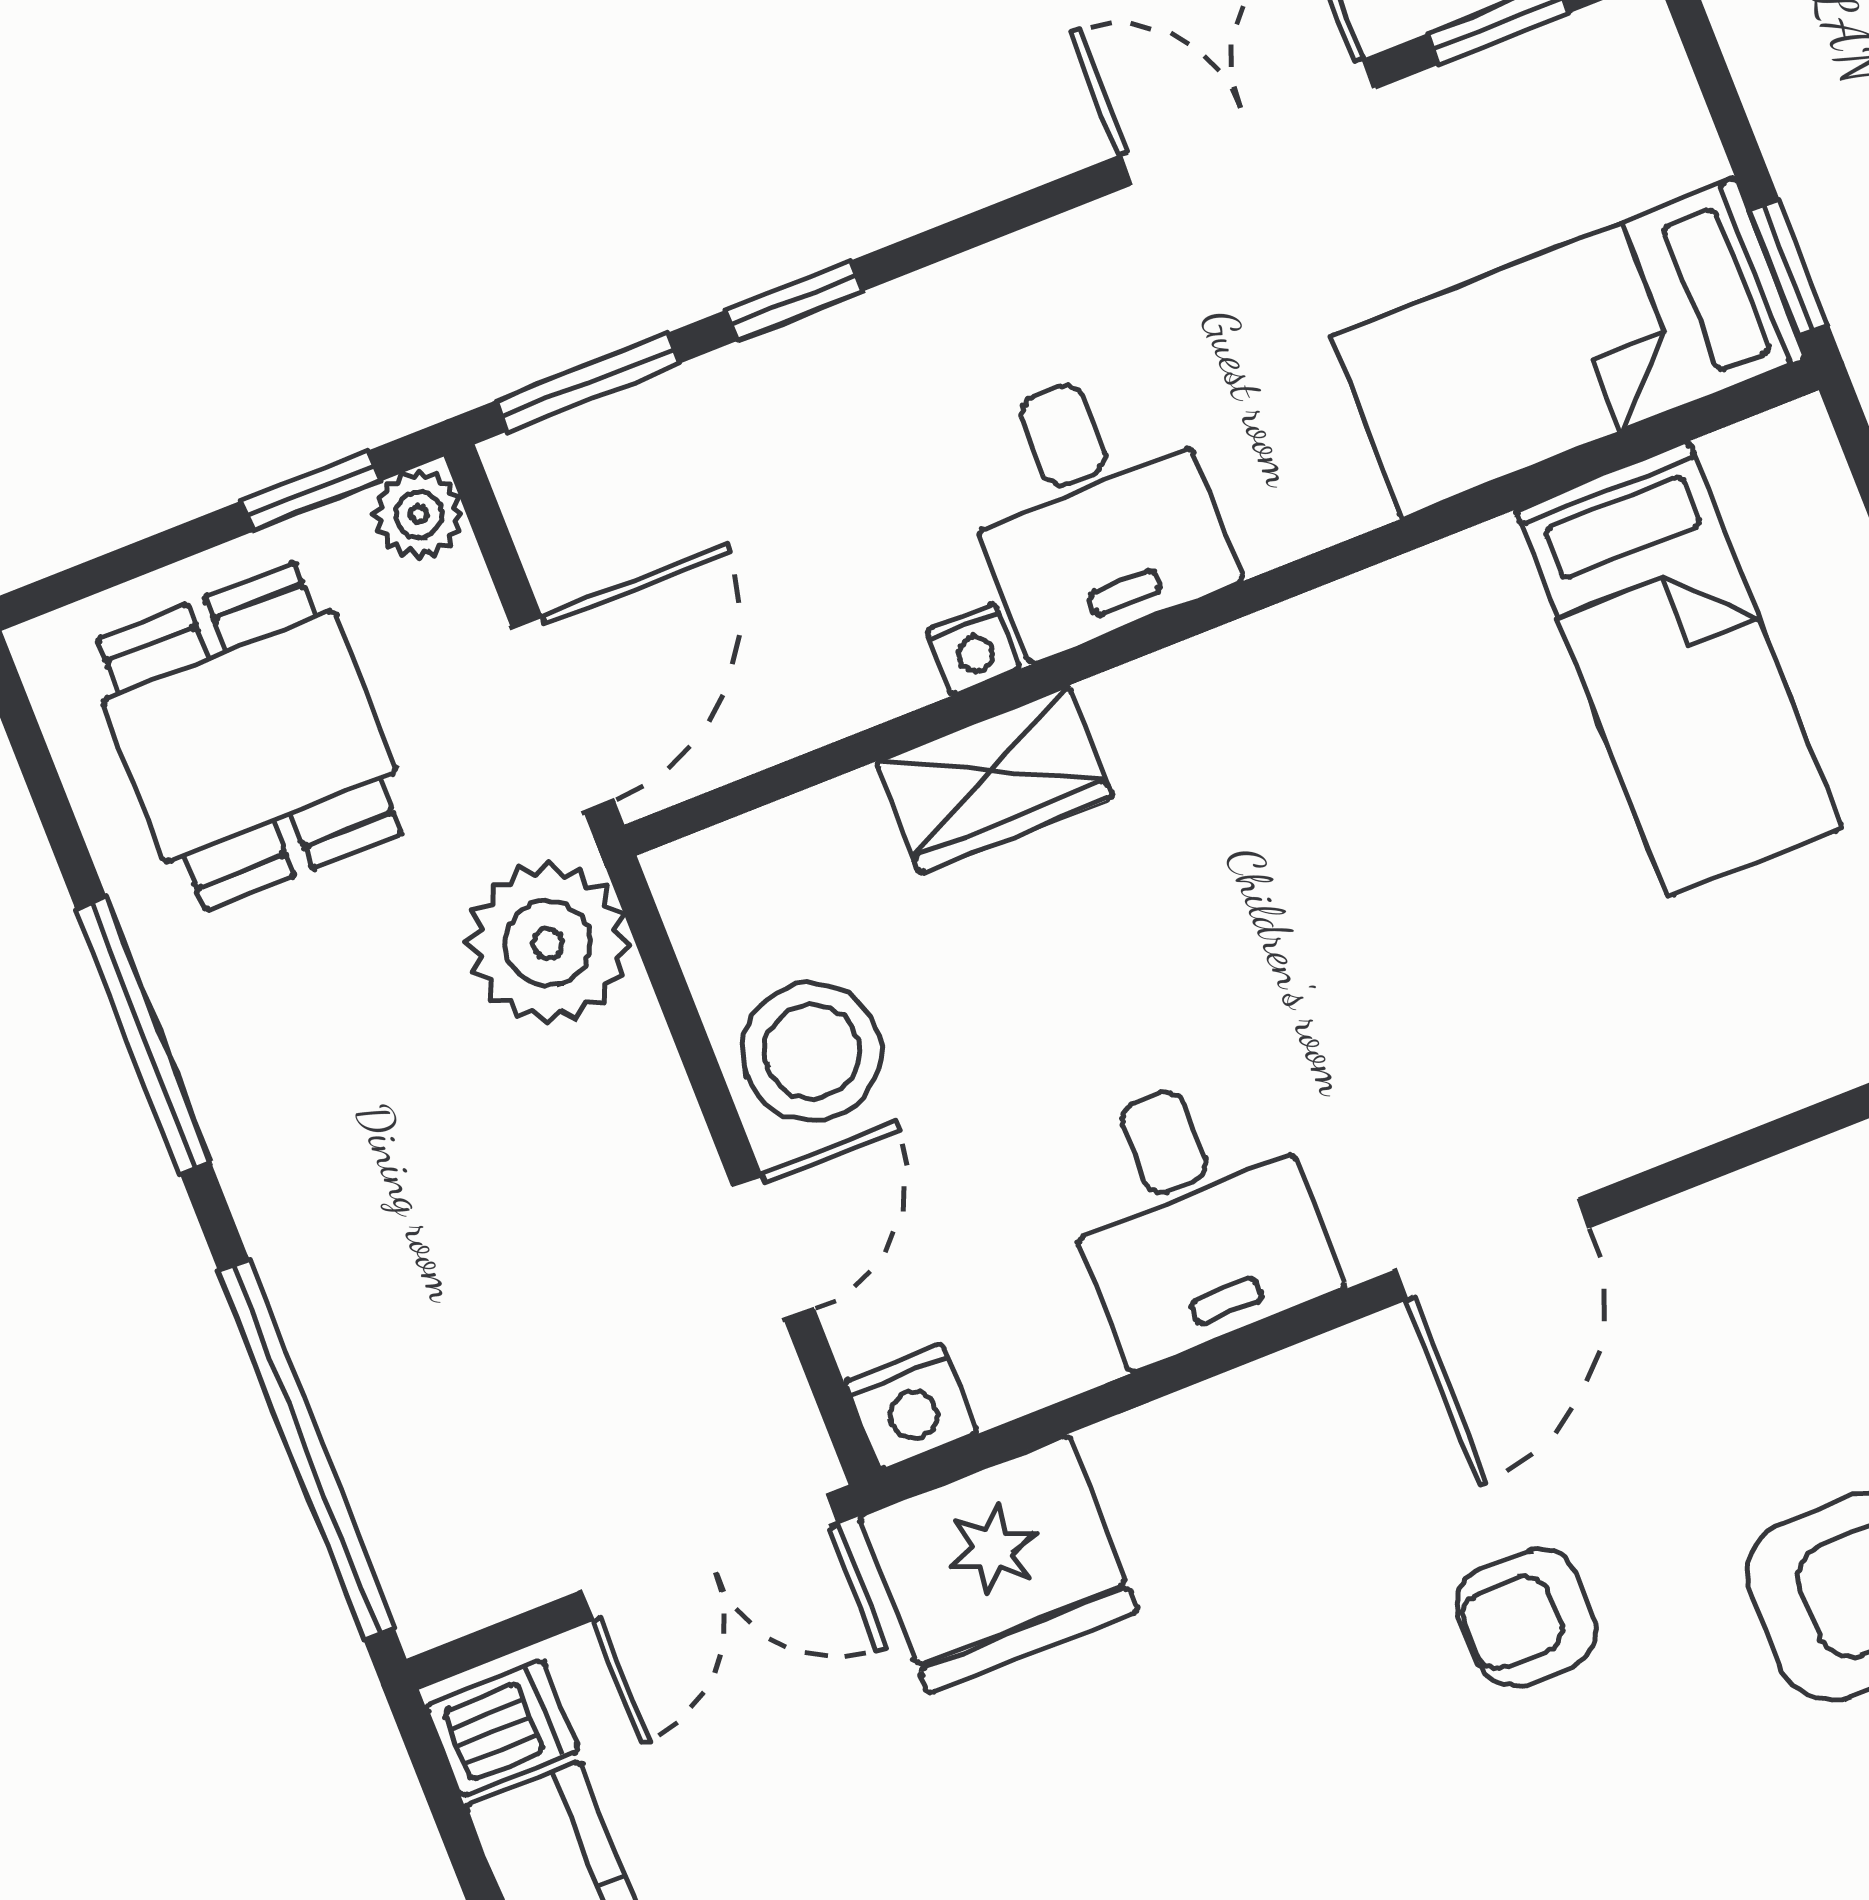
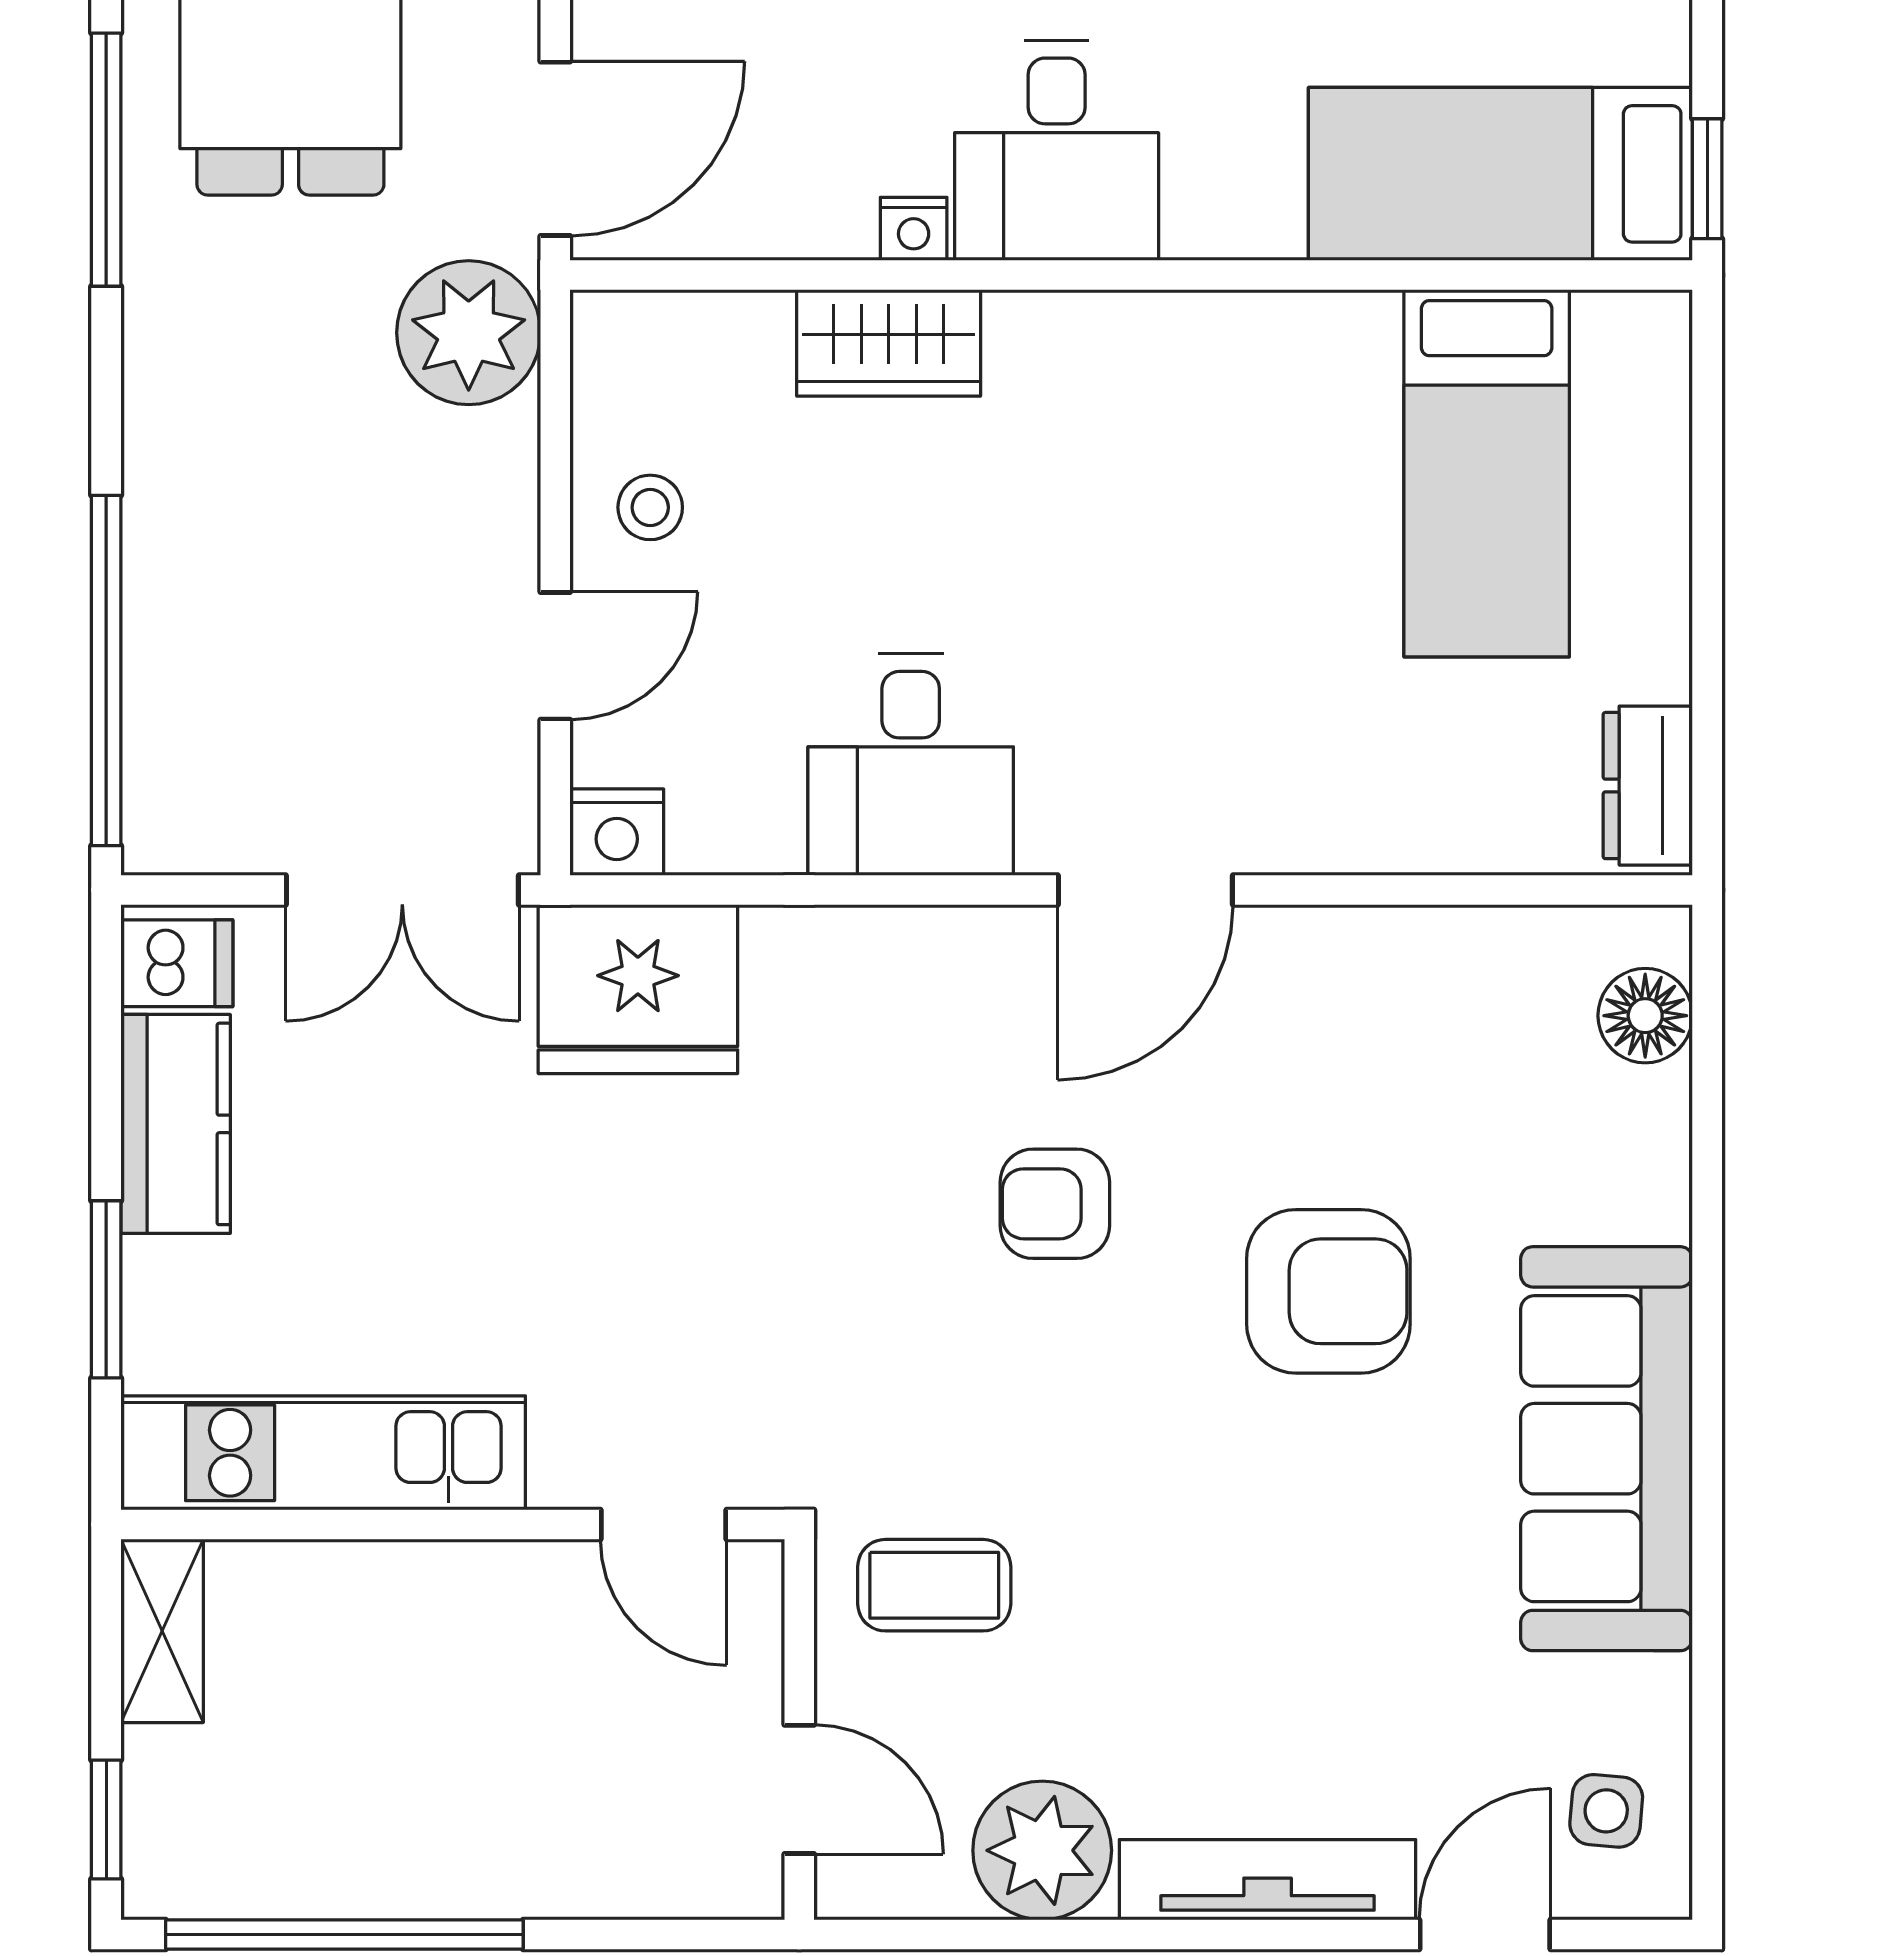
window: (144, 1036) -> (106, 160), moved
stool: (812, 1052) -> (650, 507), width x0.53, depth x0.53

